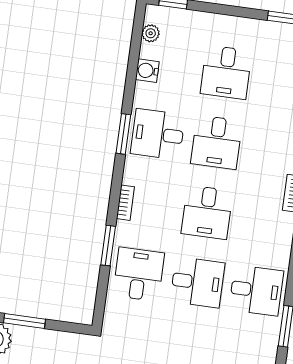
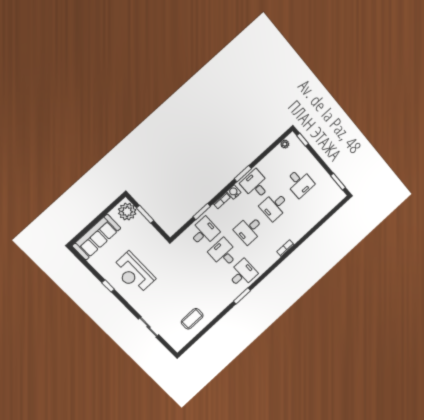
water cooler: (147, 71) -> (234, 192), moved
desk: (226, 72) -> (300, 183), turned -90
desk: (197, 282) -> (223, 253), turned 180
desk: (256, 290) -> (242, 274), turned -90

